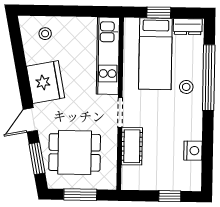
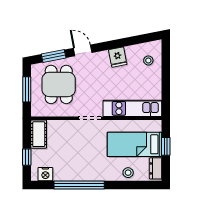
window: (209, 78) -> (79, 185), moved
fridge: (46, 82) -> (118, 57), width x0.53, depth x0.75
stool: (186, 87) -> (128, 173), moved
cot: (132, 146) -> (39, 134), moved, turned 90
nightstand: (193, 151) -> (45, 174), moved

